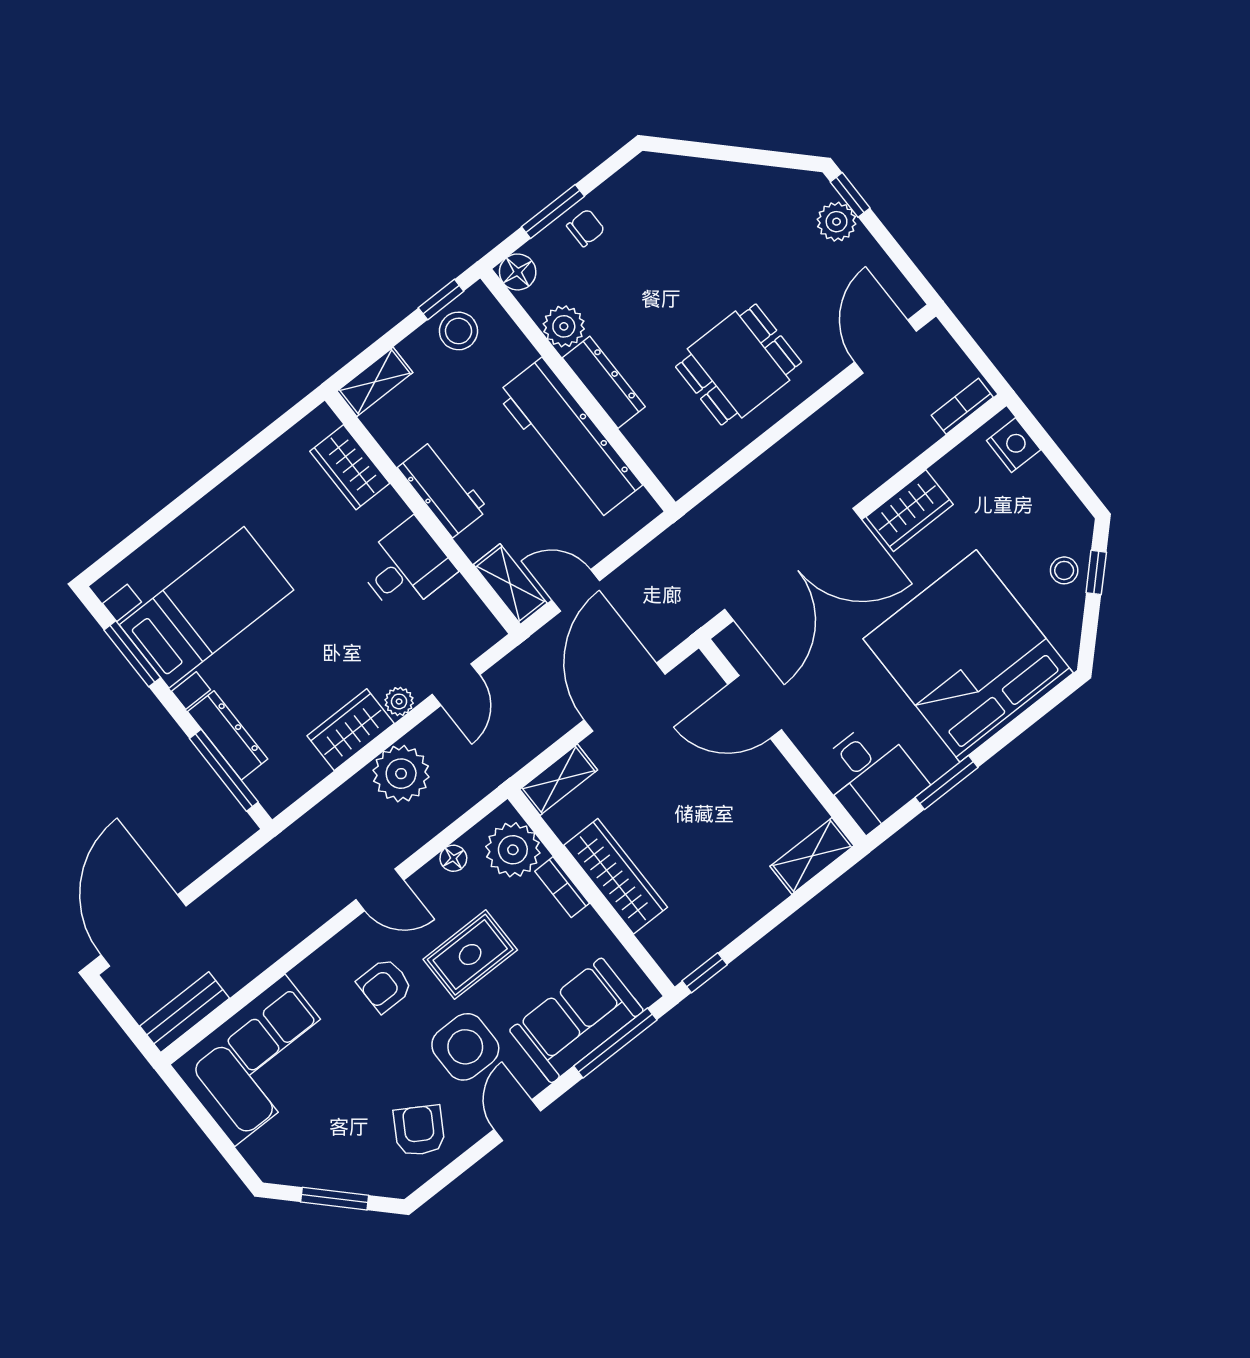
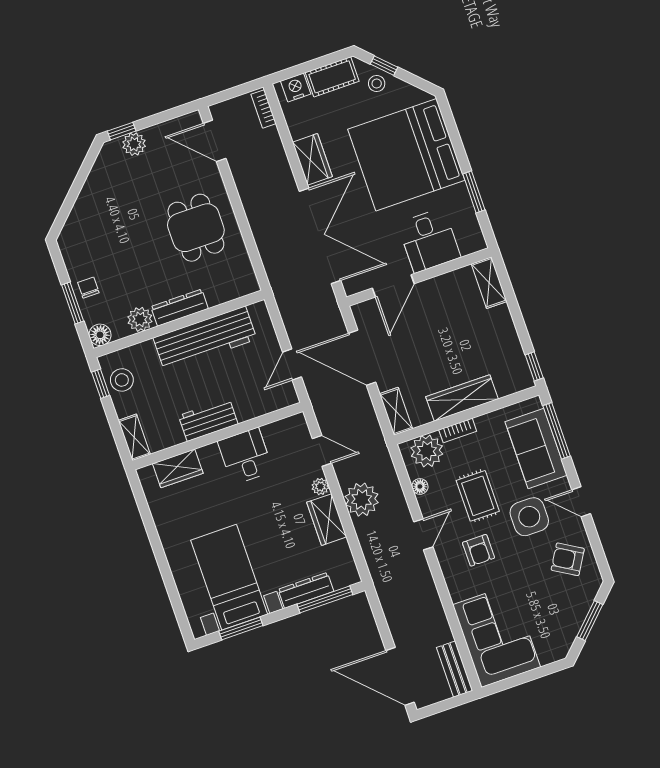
cot: (1050, 497) -> (332, 77), added
shelving: (510, 584) -> (276, 400), removed
desk: (871, 775) -> (429, 240), moved, turned 90

